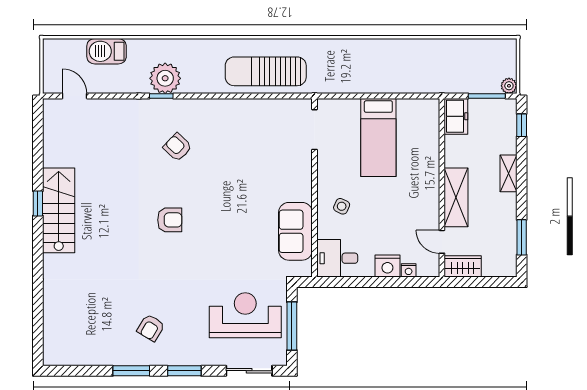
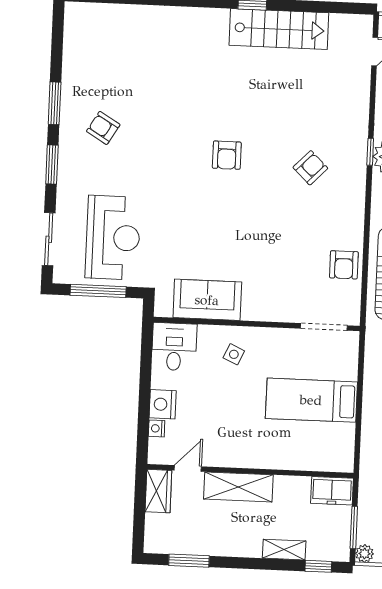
armchair: (260, 115) -> (344, 265), added
shelving: (509, 173) -> (284, 550), moved
stairs: (59, 210) -> (279, 29), moved

